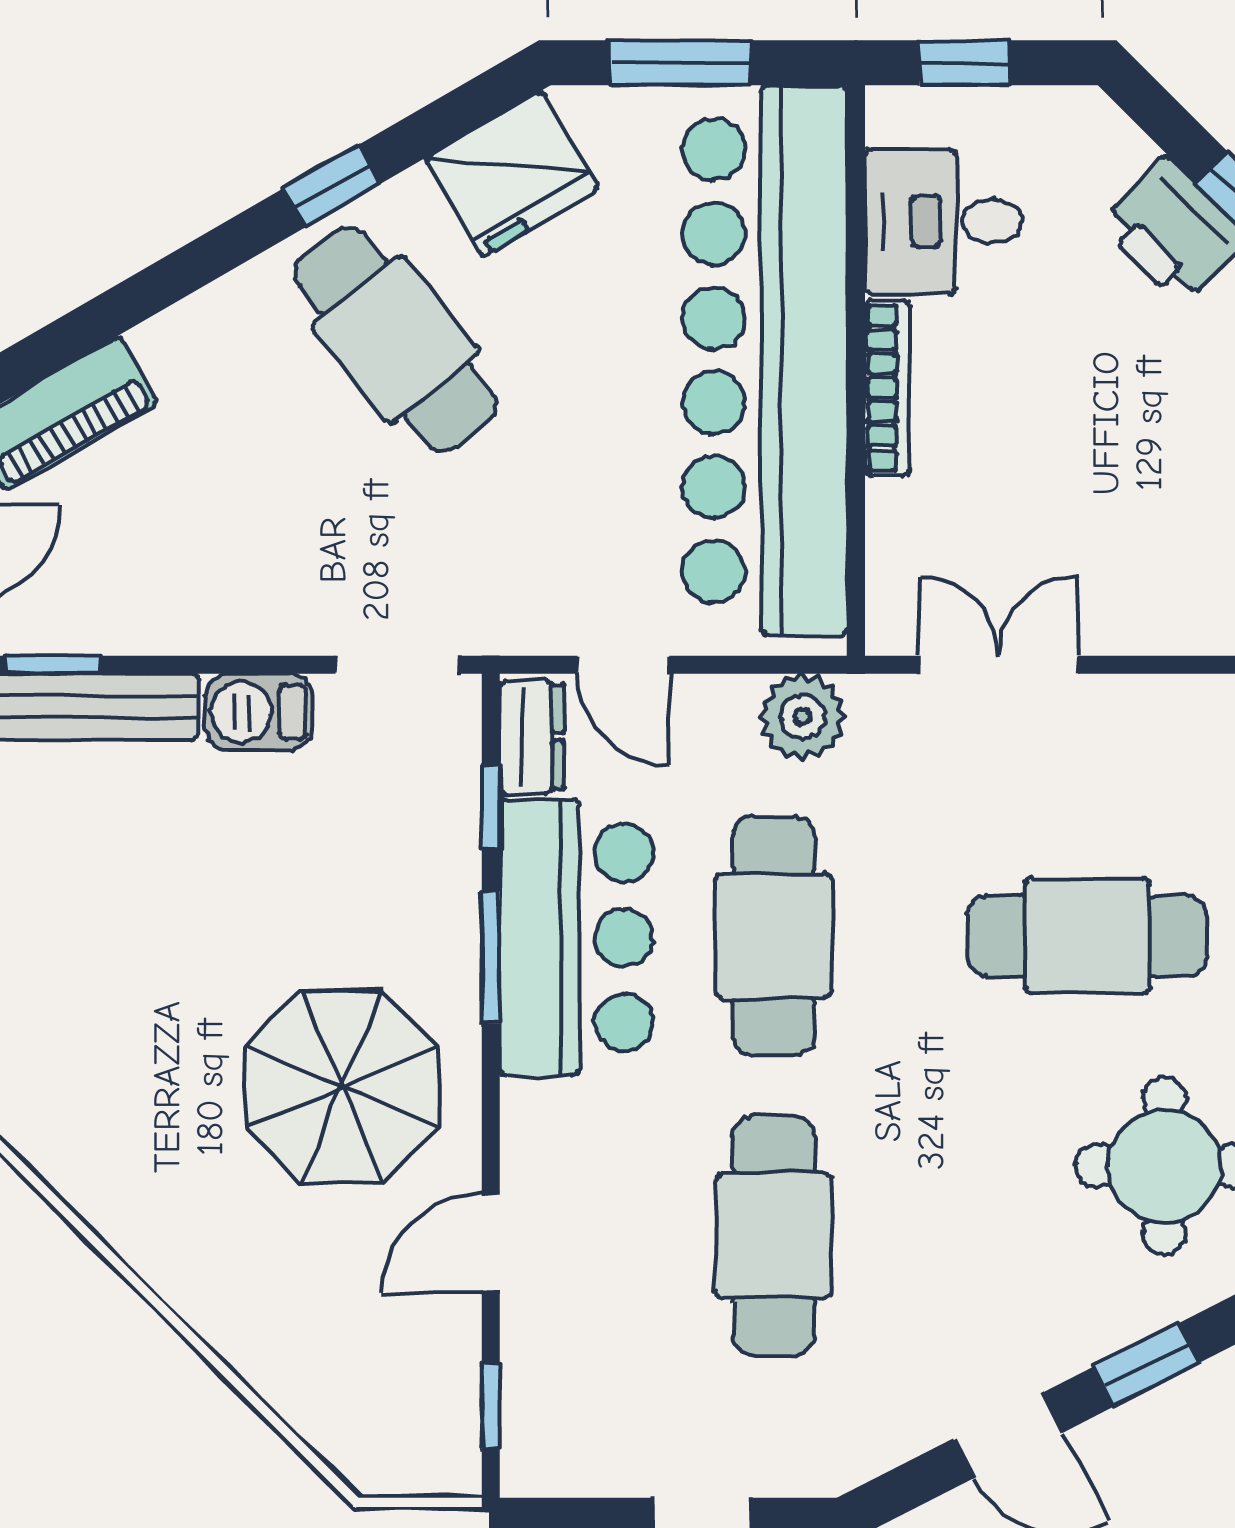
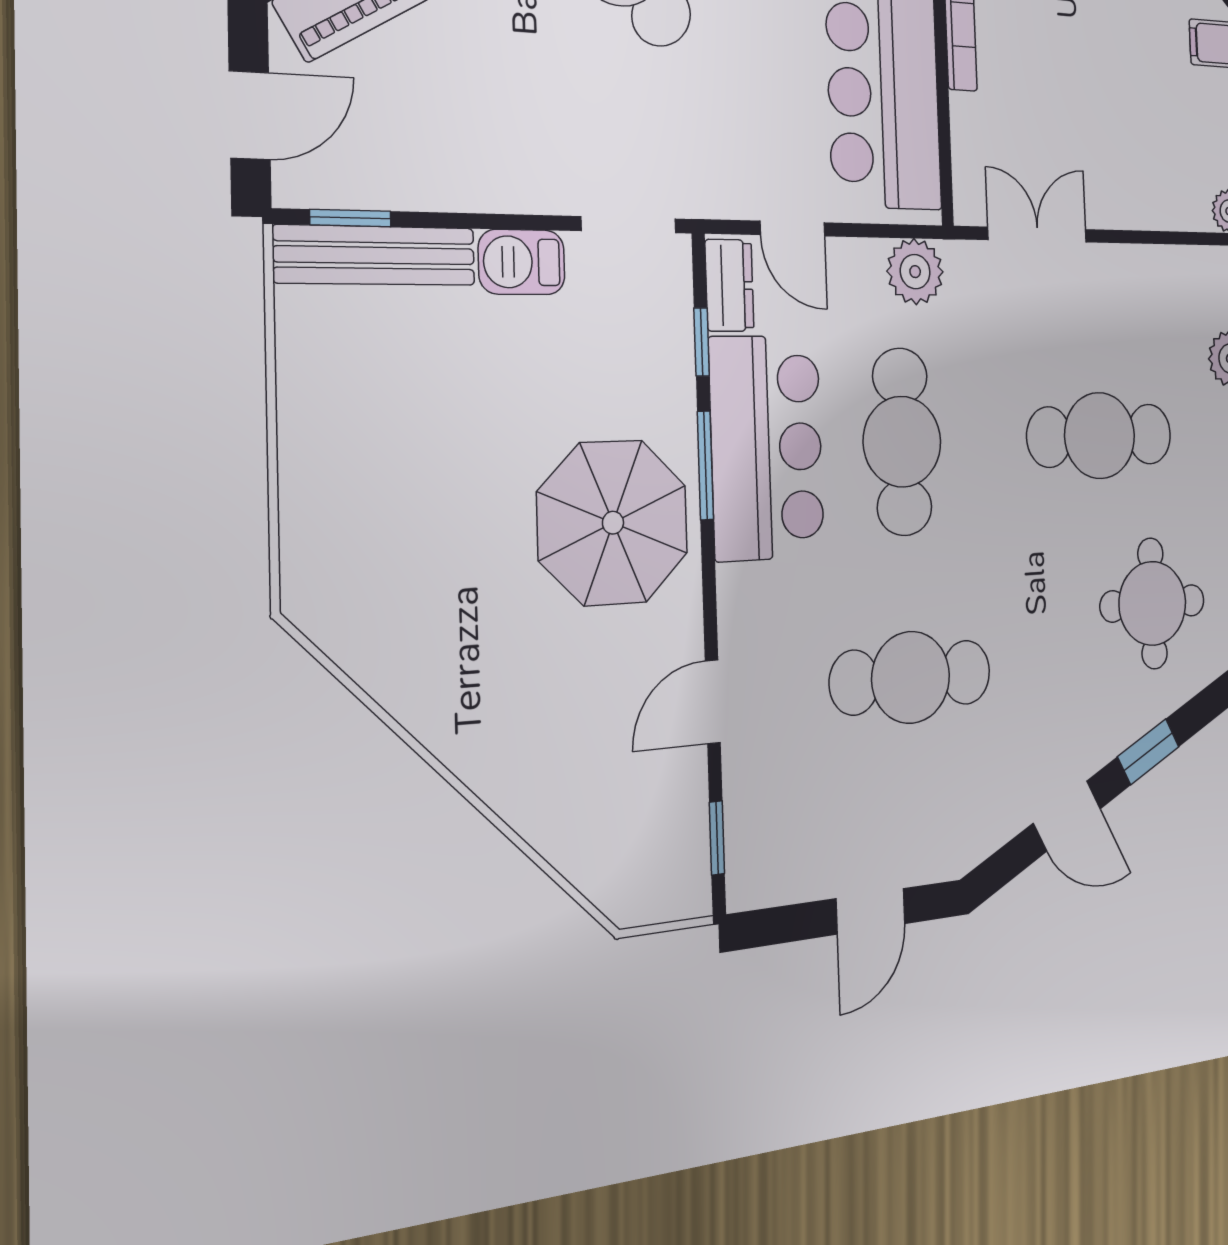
parasol: (342, 1087) -> (613, 523), moved
cafe table: (773, 1236) -> (911, 677), turned 90

